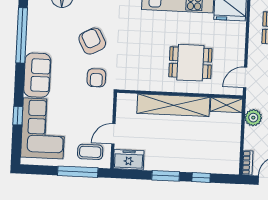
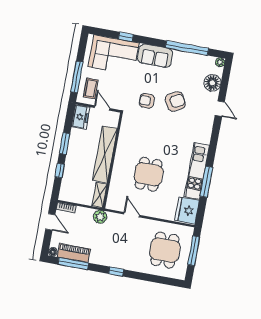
wall: (180, 94) -> (113, 161), moved
shelving: (173, 105) -> (105, 154), moved
shelving: (226, 105) -> (100, 195), moved

